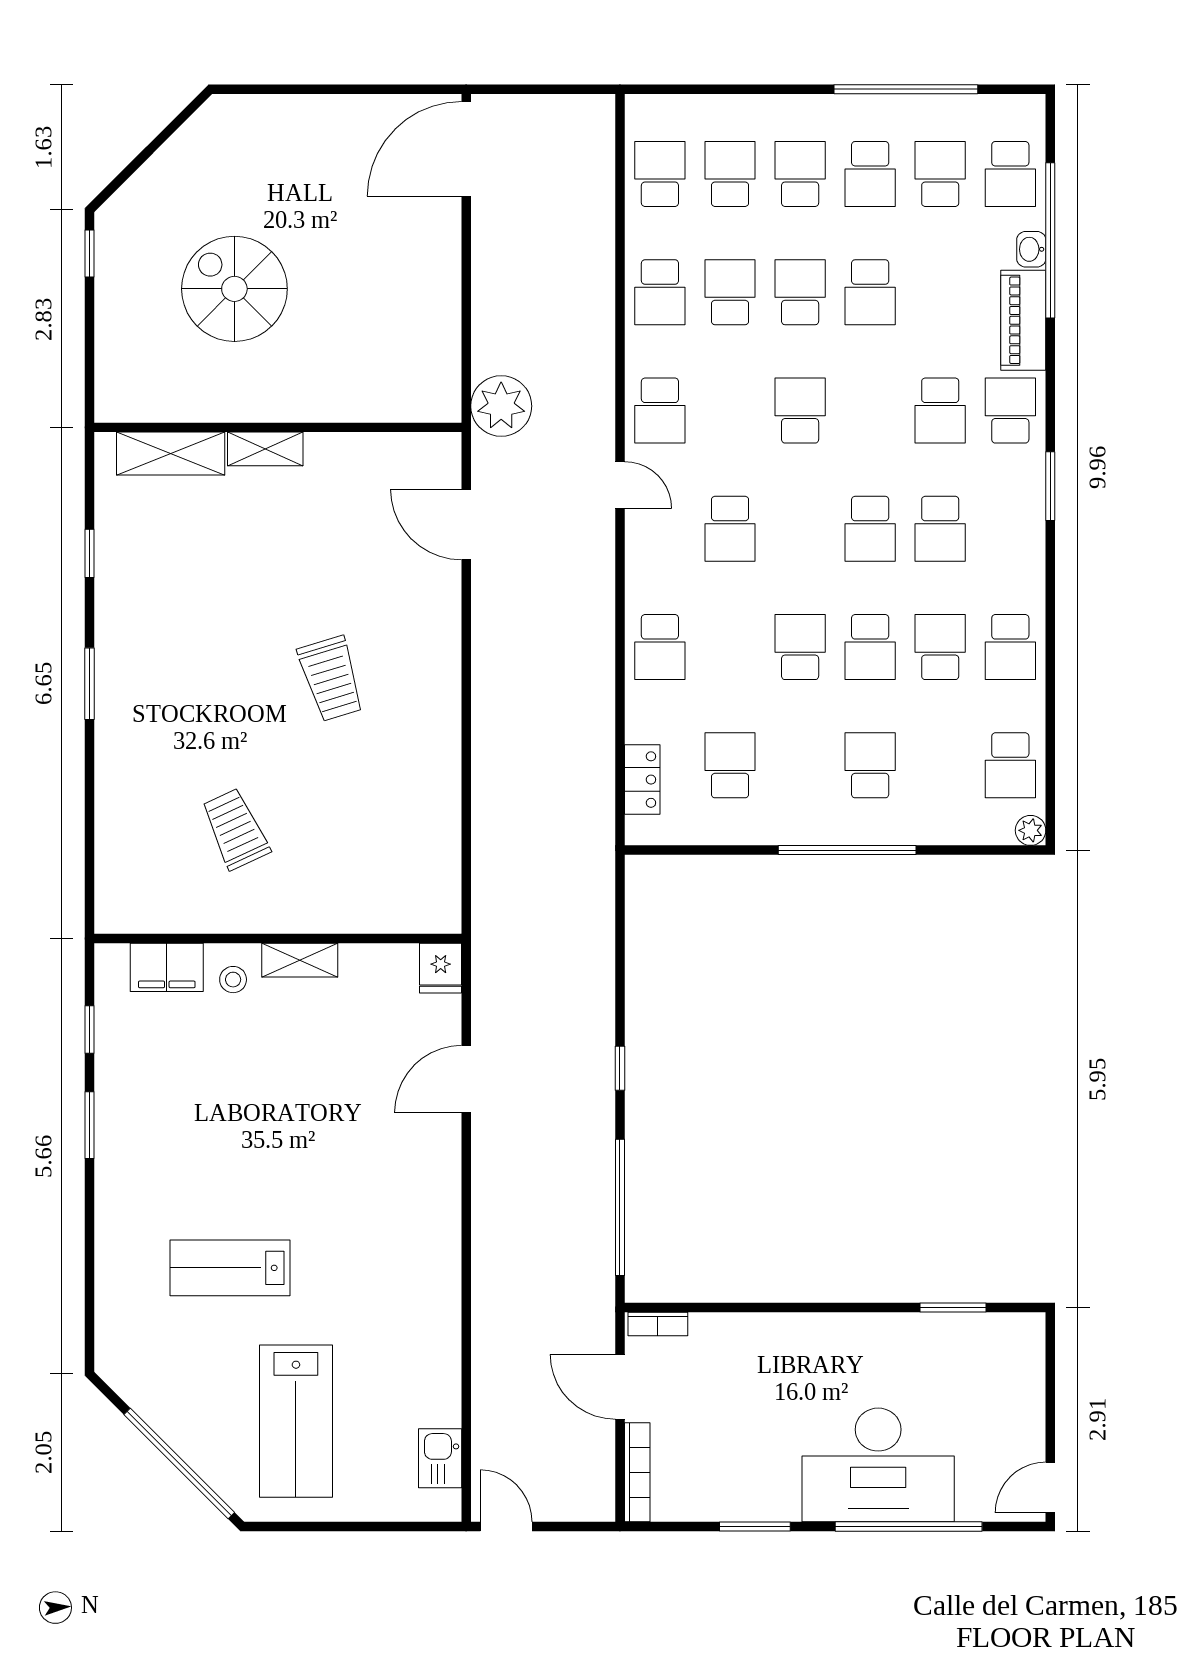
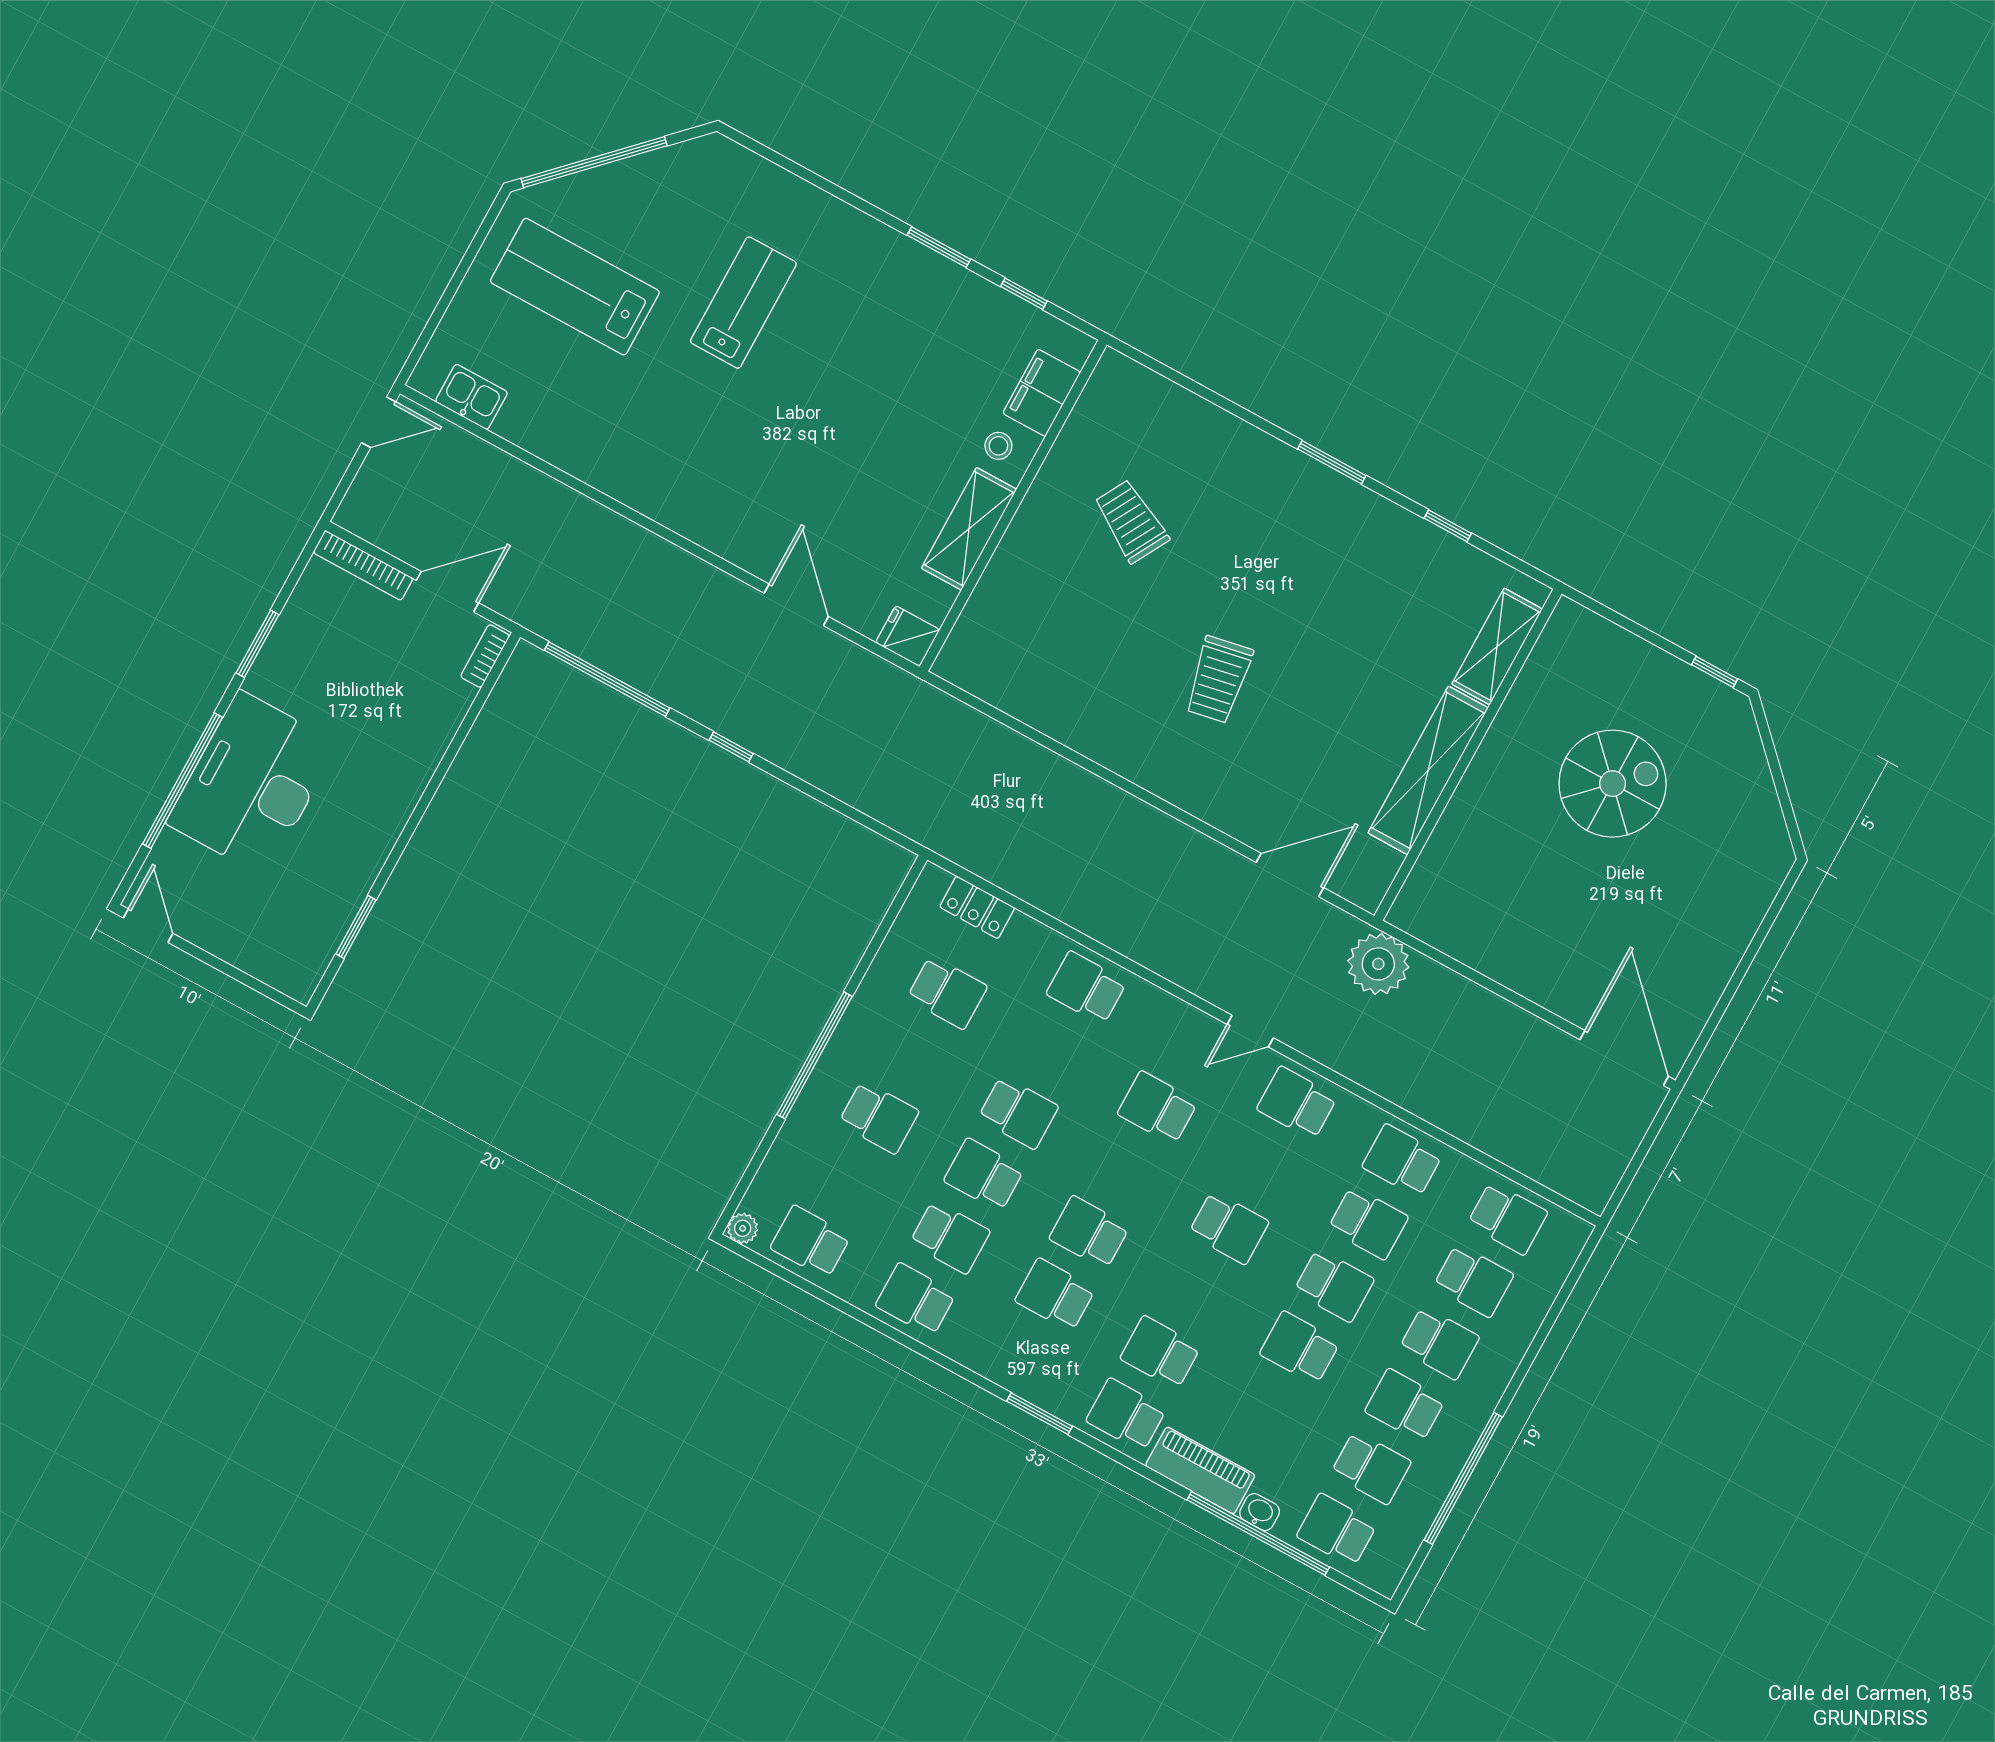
school desk: (1010, 411) -> (1126, 1415), turned 180
shelving: (265, 449) -> (1428, 770), width x2.20, depth x1.33
trolley: (331, 679) -> (1219, 680), turned -84
trolley: (235, 829) -> (1131, 521), turned -126
shelving: (300, 960) -> (969, 529), width x1.50, depth x1.33

